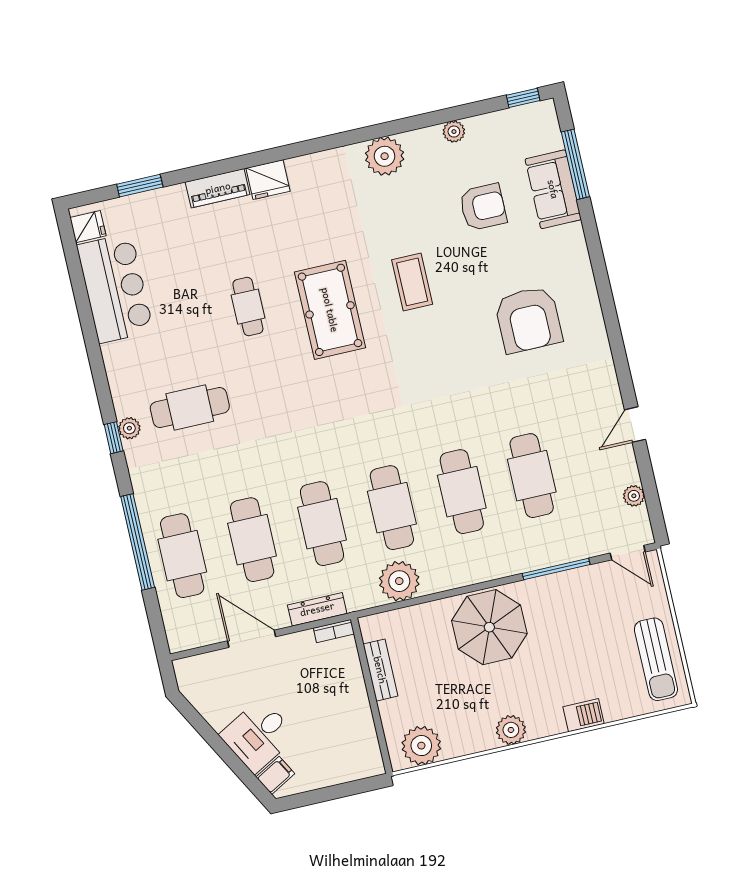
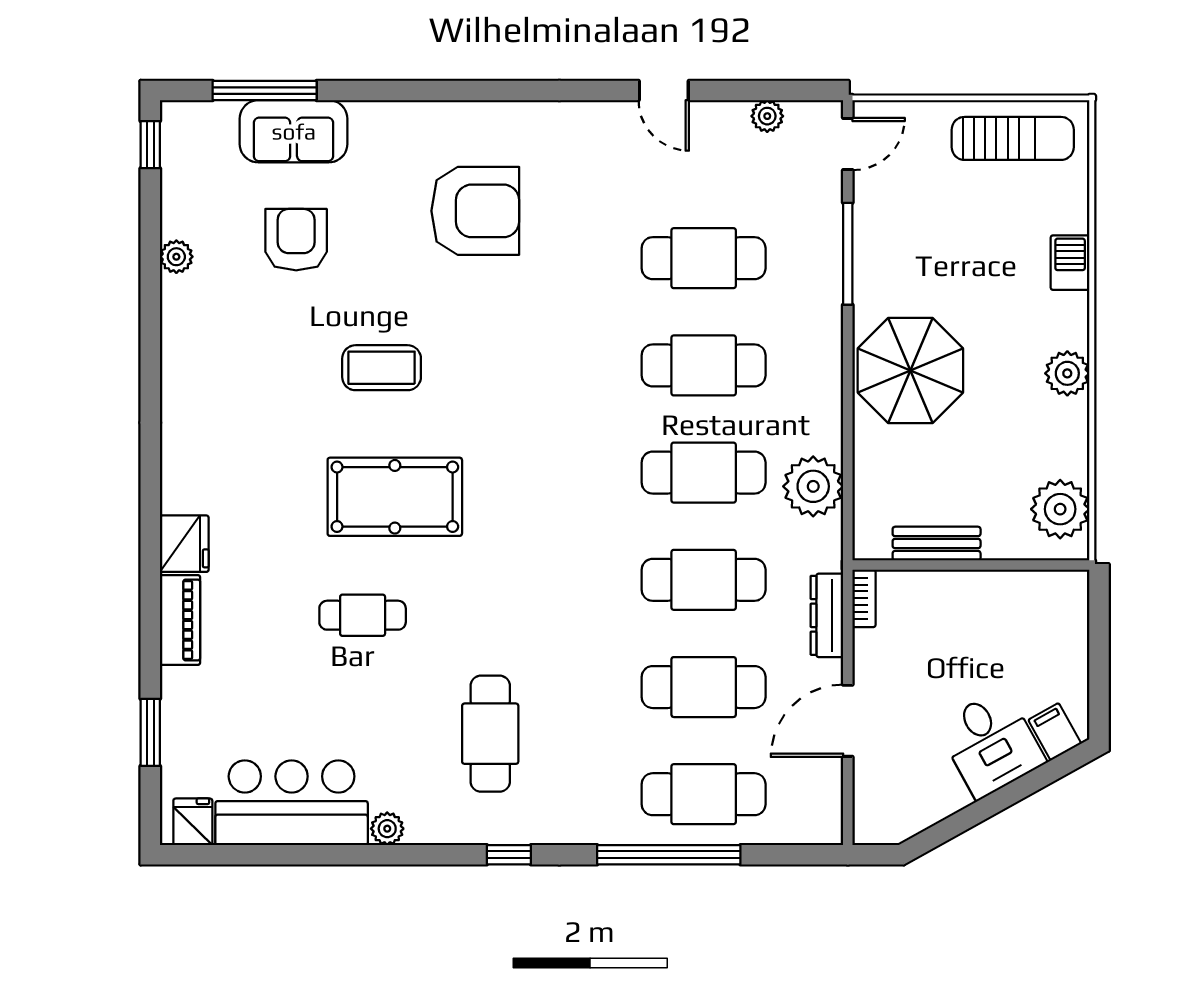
plant: (385, 156) -> (189, 366), removed
plant: (129, 428) -> (387, 829), moved

